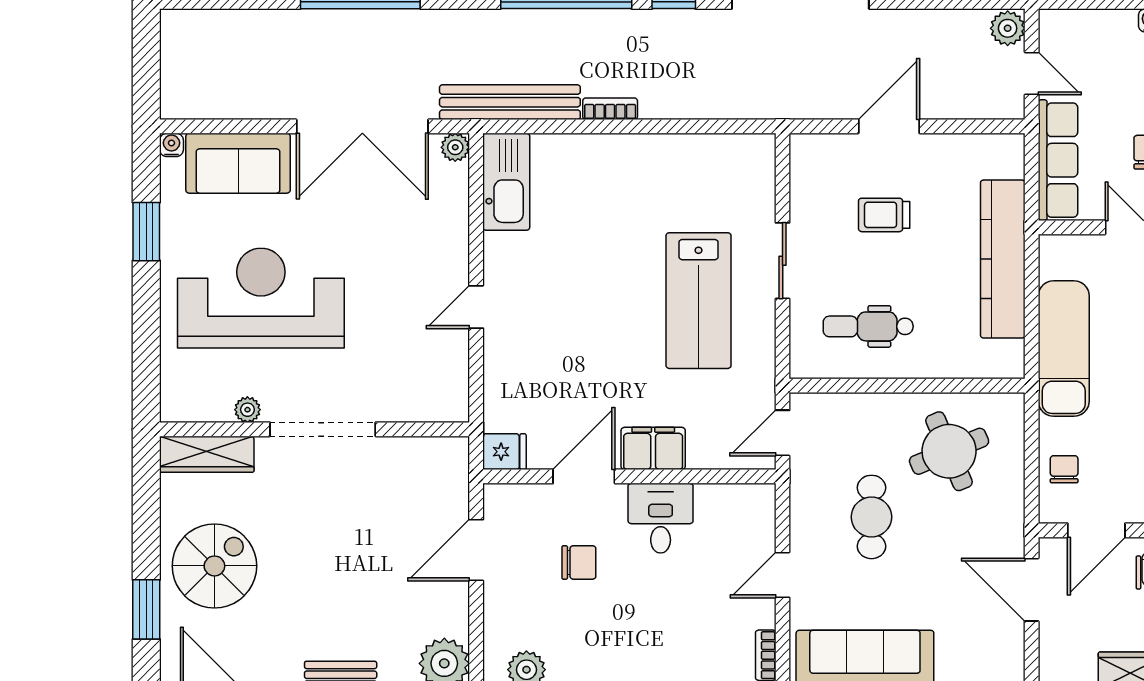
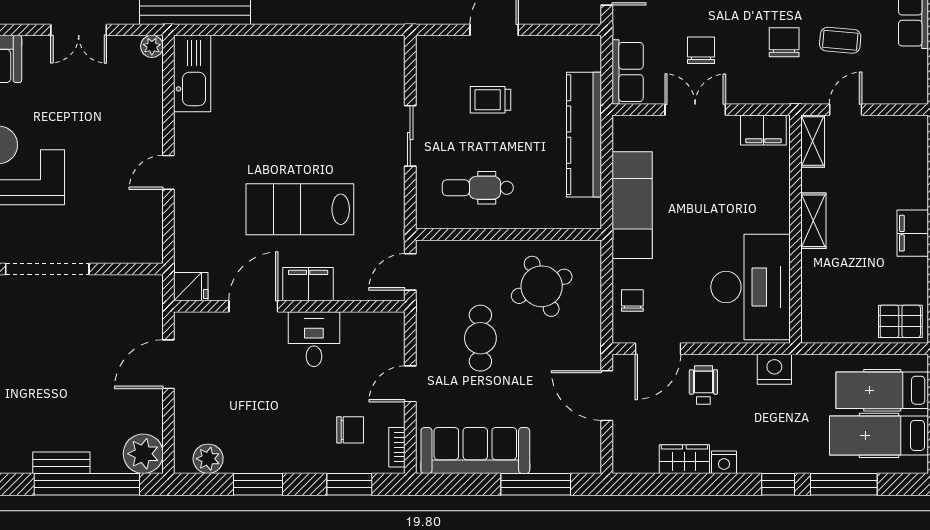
bookcase: (610, 109) -> (274, 16), removed
double door: (362, 126) -> (79, 30), width x0.54
row of seats: (1058, 160) -> (628, 72), width x0.68
lab bench: (699, 301) -> (300, 209), moved, turned 90
chair: (579, 562) -> (350, 430), moved

